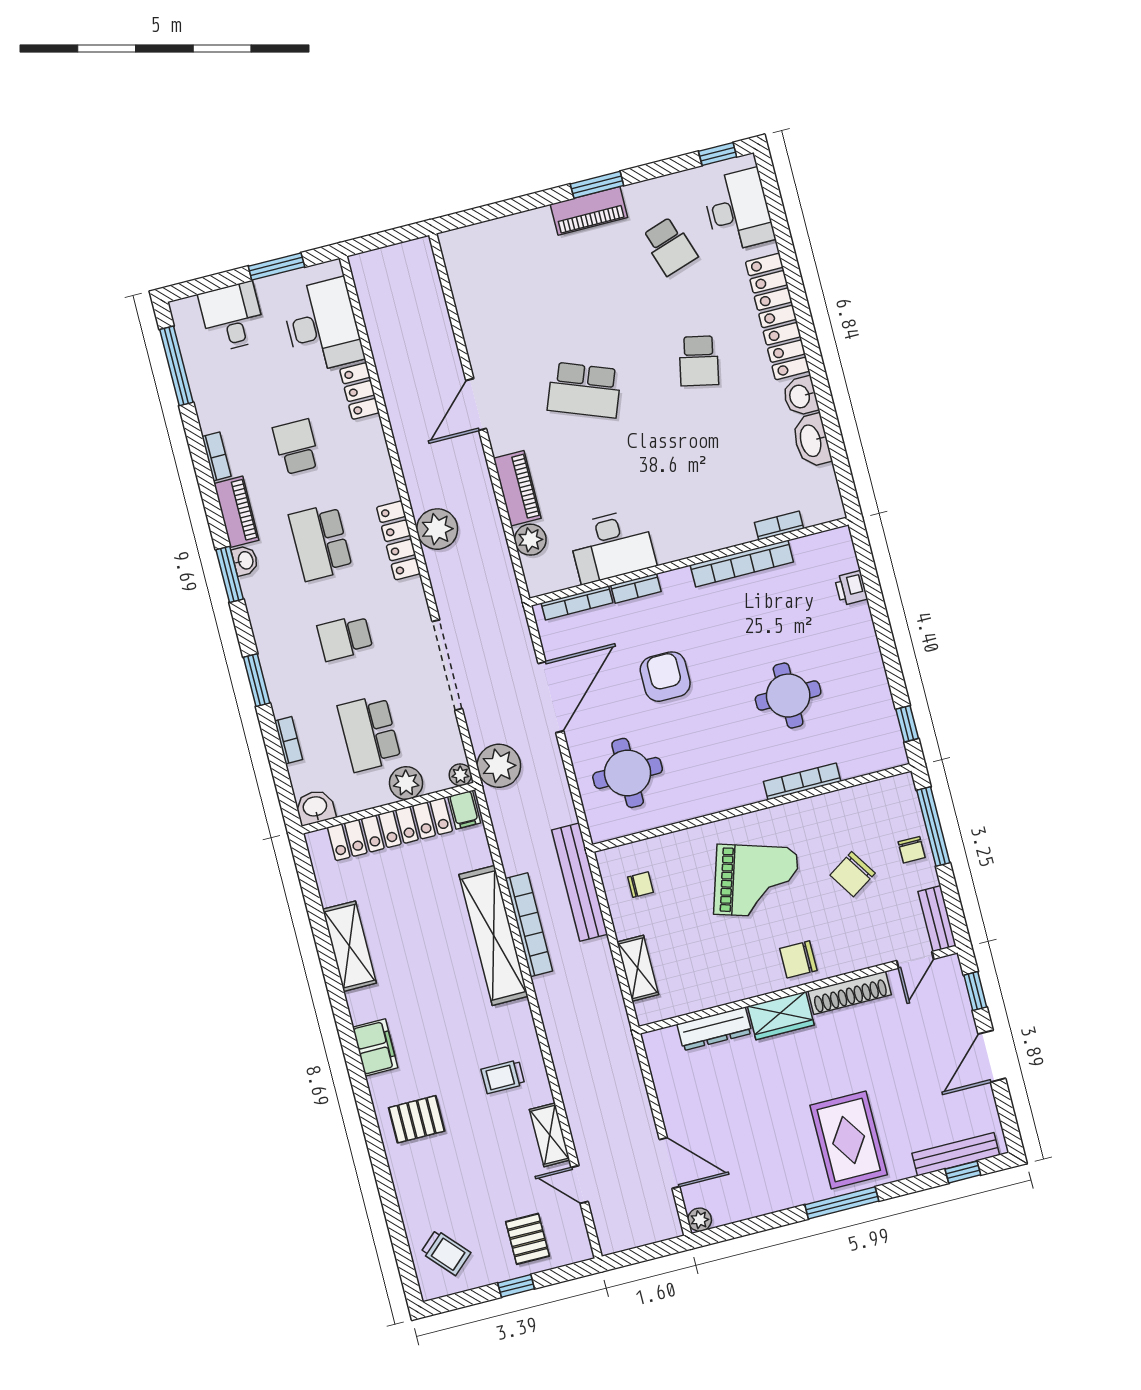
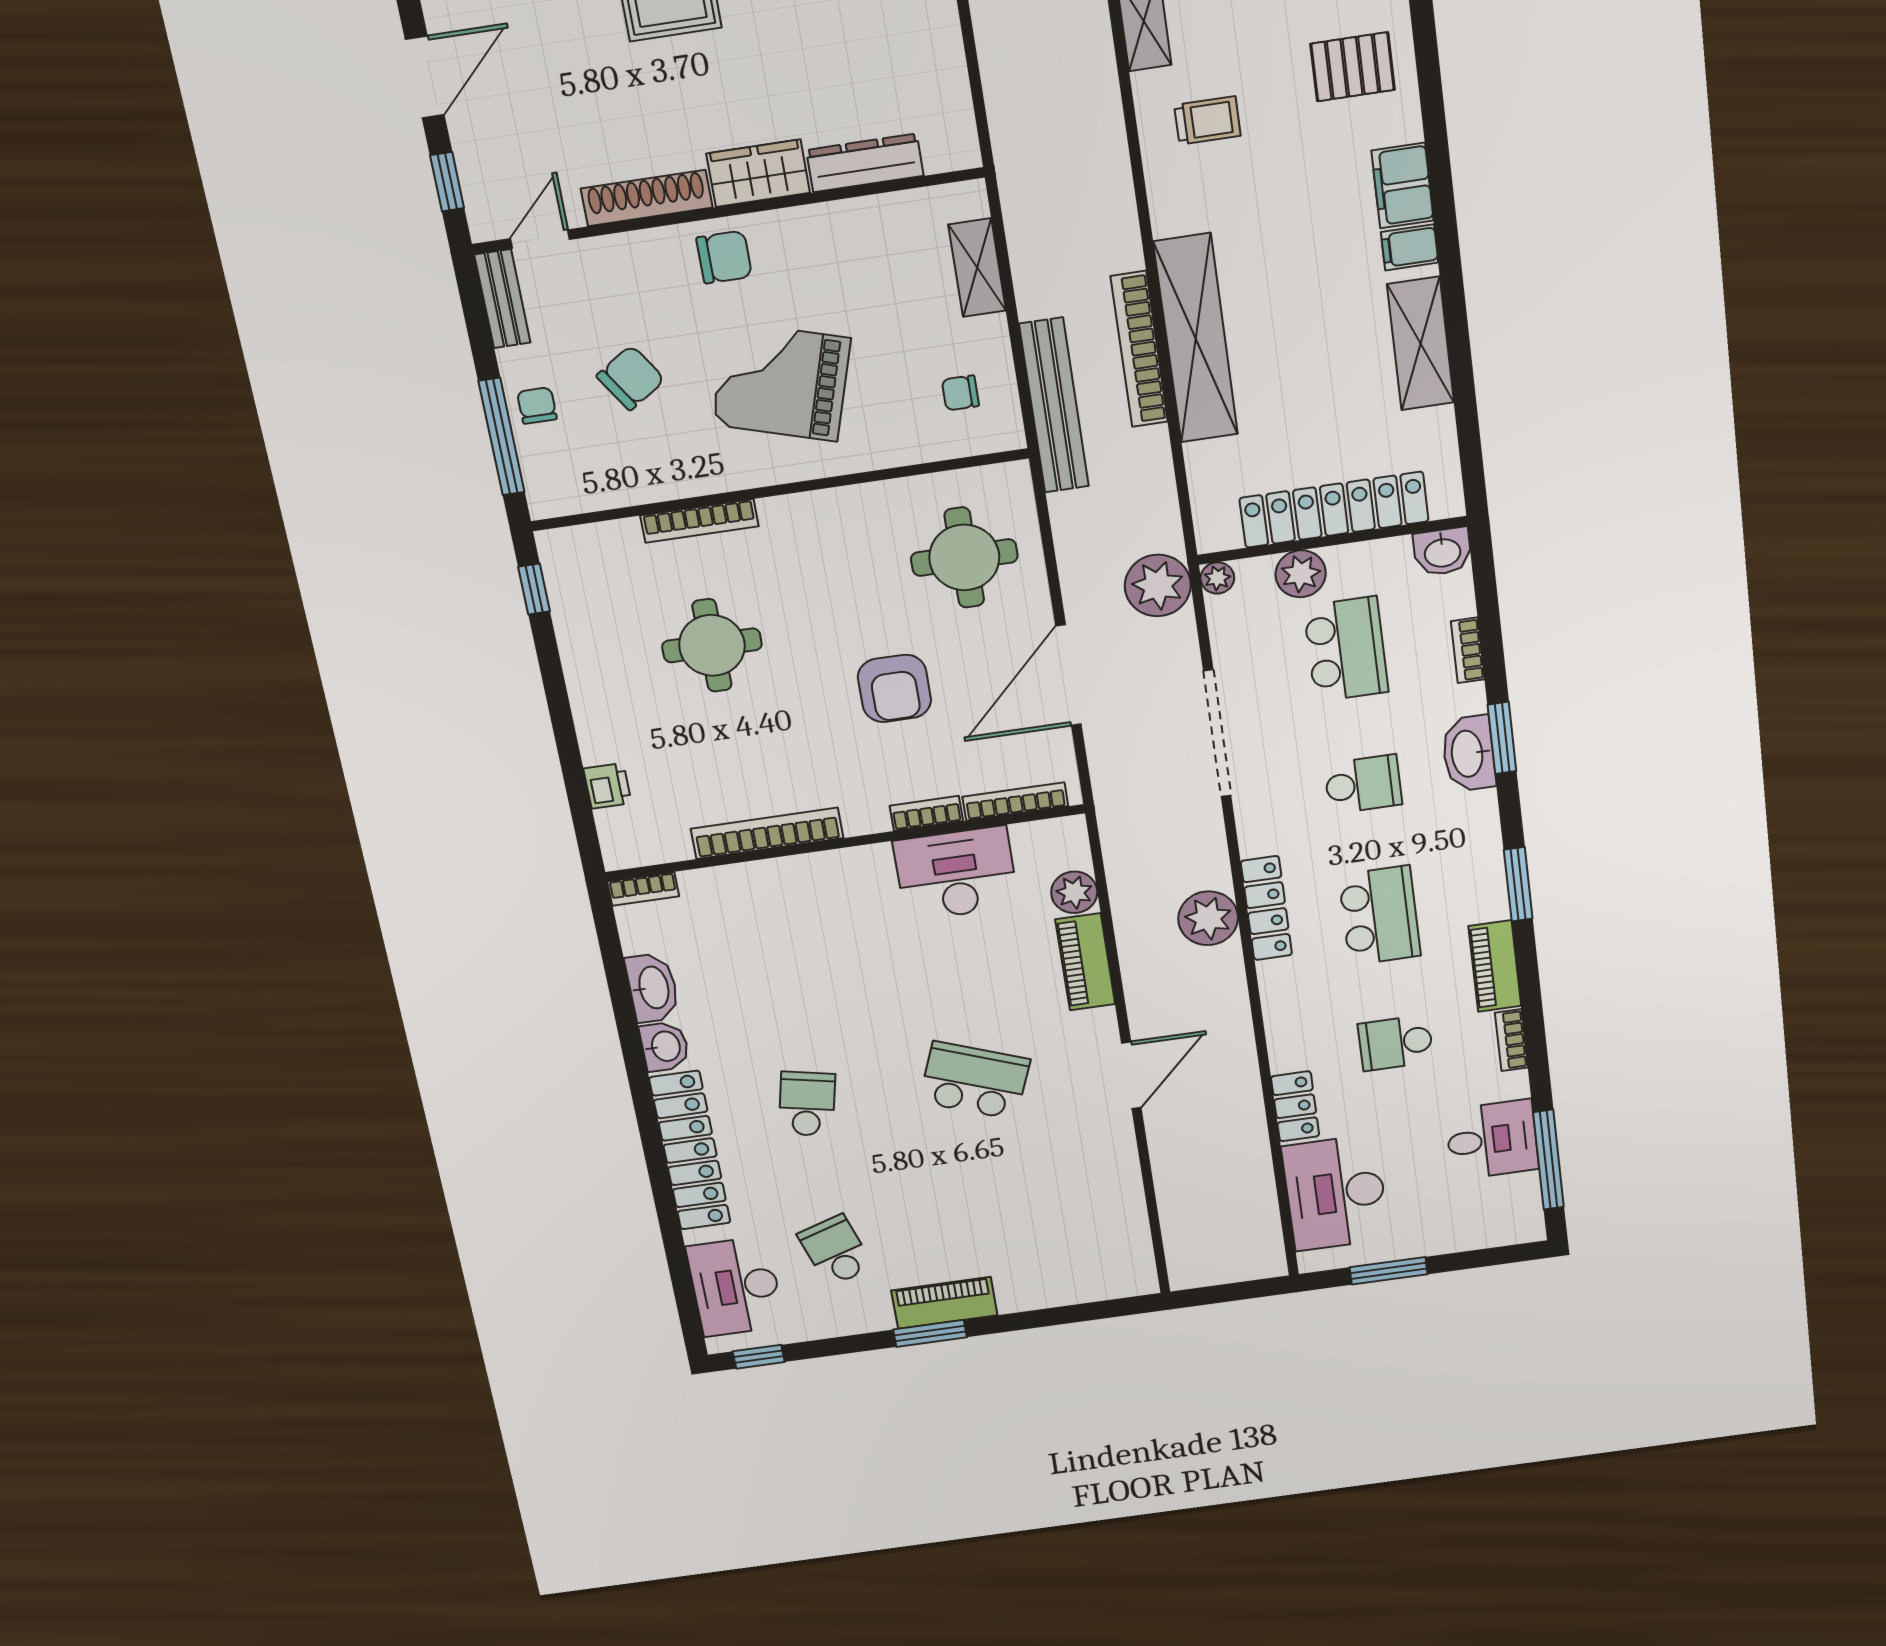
desk: (232, 317) -> (1492, 1140), moved, turned -90
school desk: (296, 447) -> (1396, 1043), turned 90
bookcase: (779, 525) -> (643, 889), moved
washbasin: (245, 561) -> (1469, 754), moved, width x1.91, depth x1.45
filing cabinet: (464, 810) -> (1410, 247), moved, turned -90

